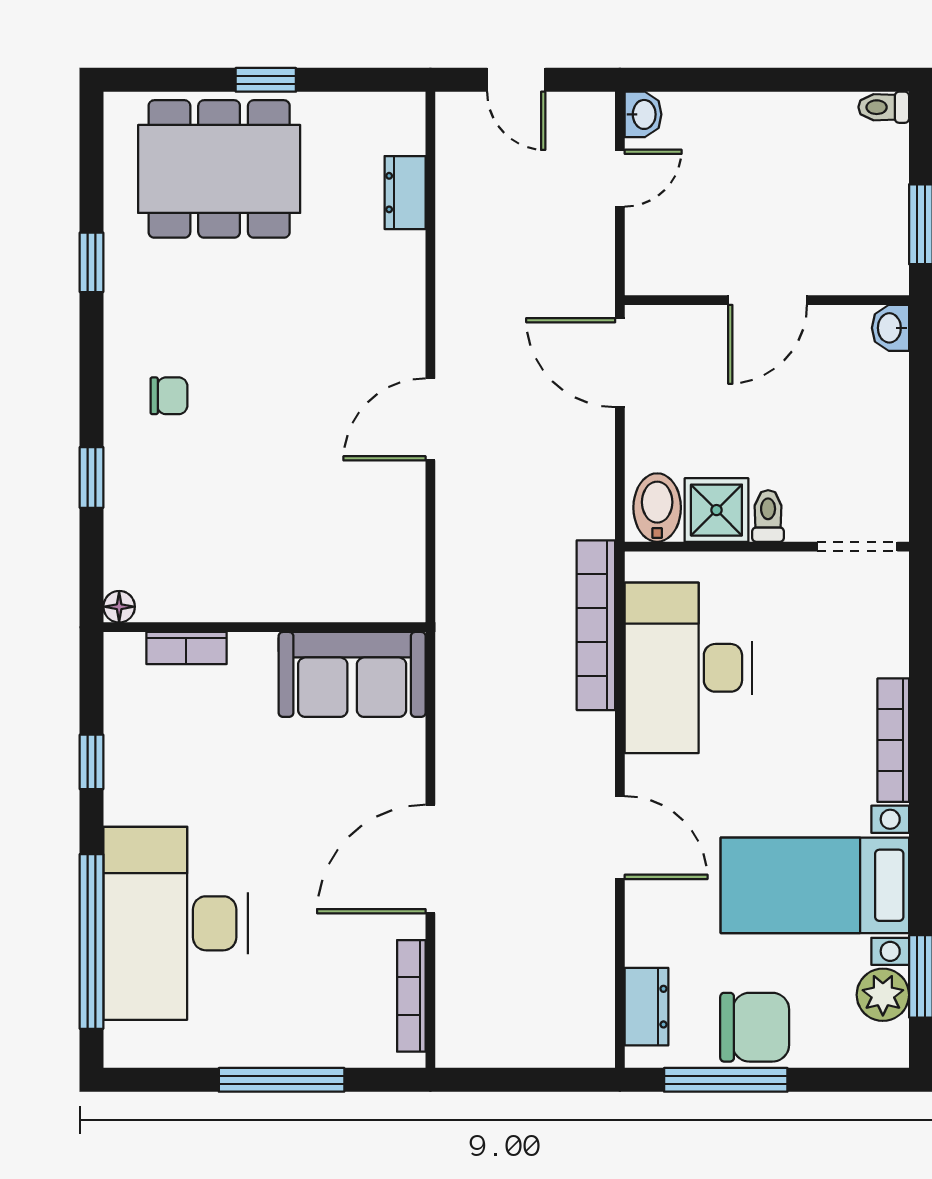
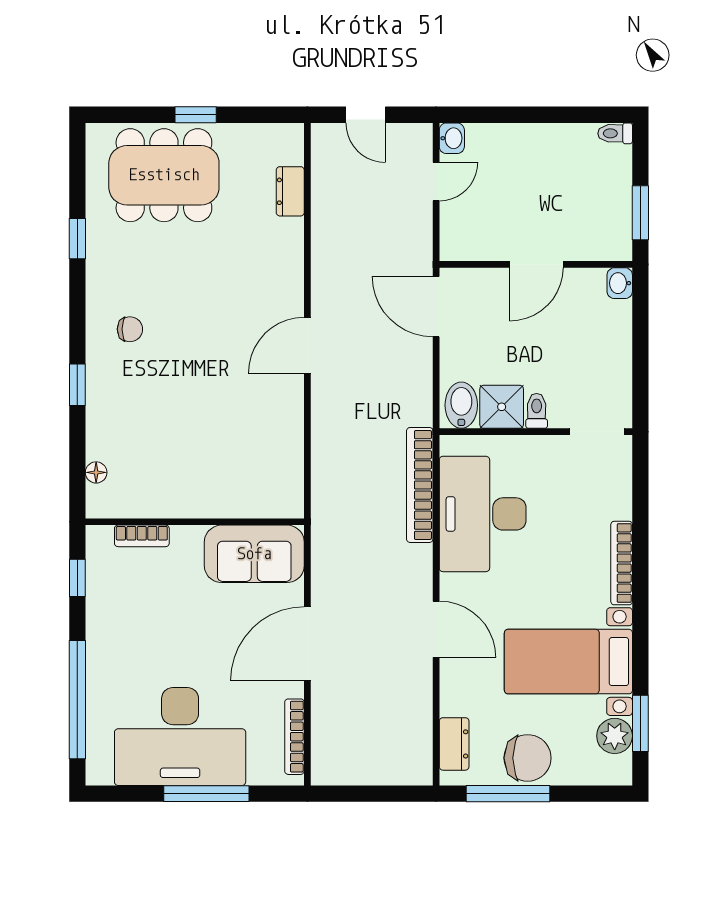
wall: (264, 627) -> (195, 522), moved
bookcase: (186, 648) -> (142, 536), moved
sofa: (352, 674) -> (254, 554), moved
desk: (176, 923) -> (180, 737), moved, turned -90

